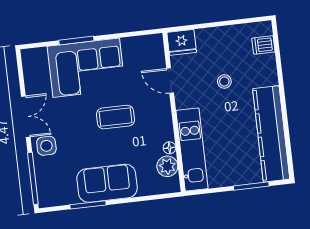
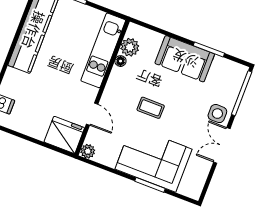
plant: (155, 42) -> (88, 151), added
fridge: (182, 42) -> (64, 135), width x1.36, depth x1.34
stool: (224, 81) -> (49, 91), removed
coffee table: (116, 117) -> (151, 108), width x0.73, depth x0.77

